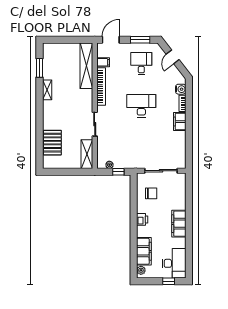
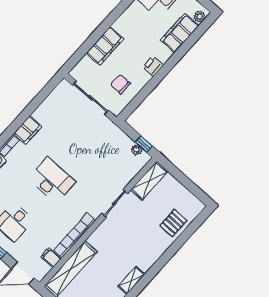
desk: (141, 106) -> (52, 180), turned 180
pallet: (52, 143) -> (173, 223), width x0.67, depth x0.71
window: (118, 172) -> (144, 144), moved
filing cabinet: (179, 224) -> (105, 46), moved

